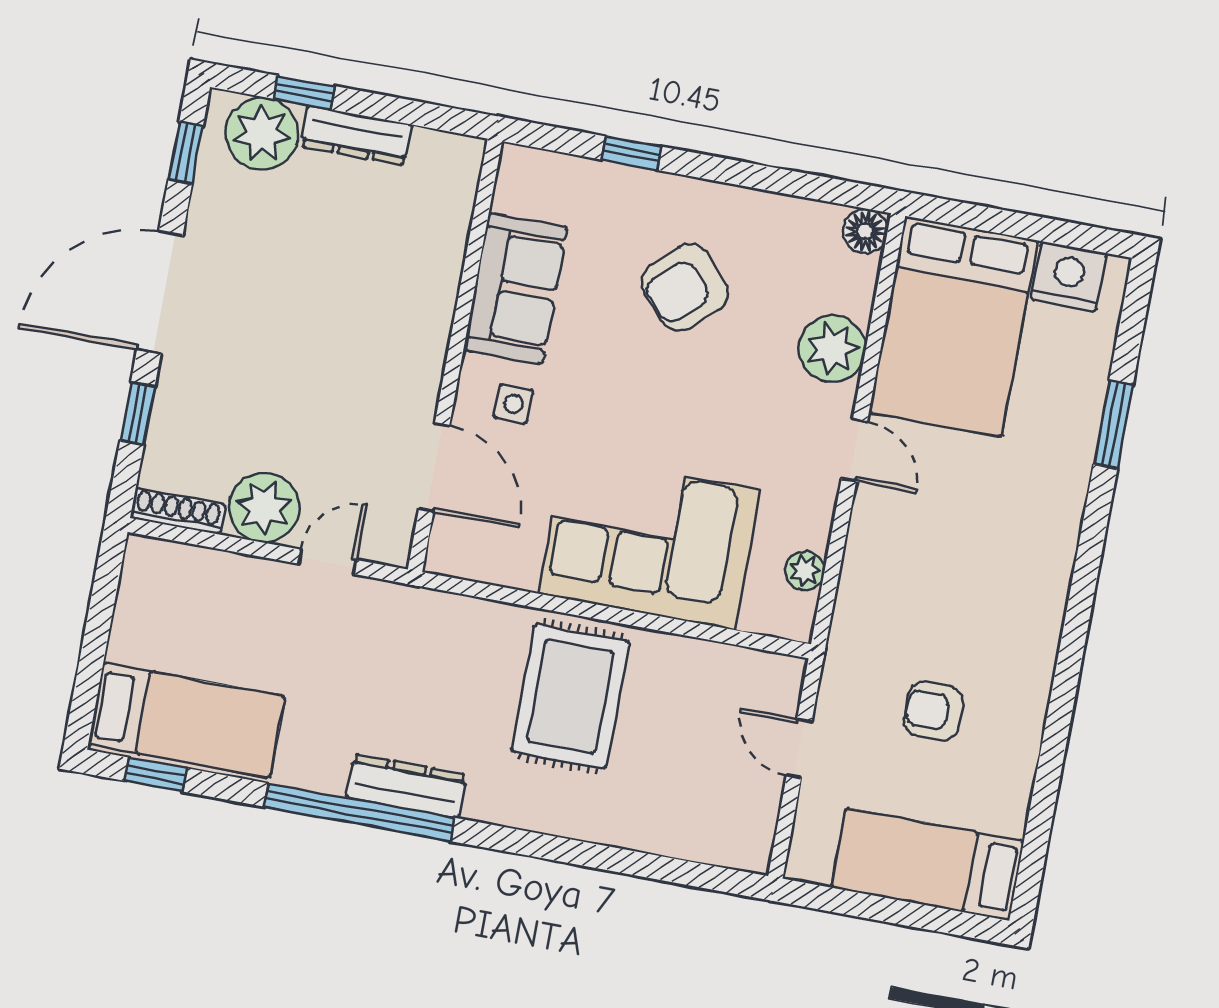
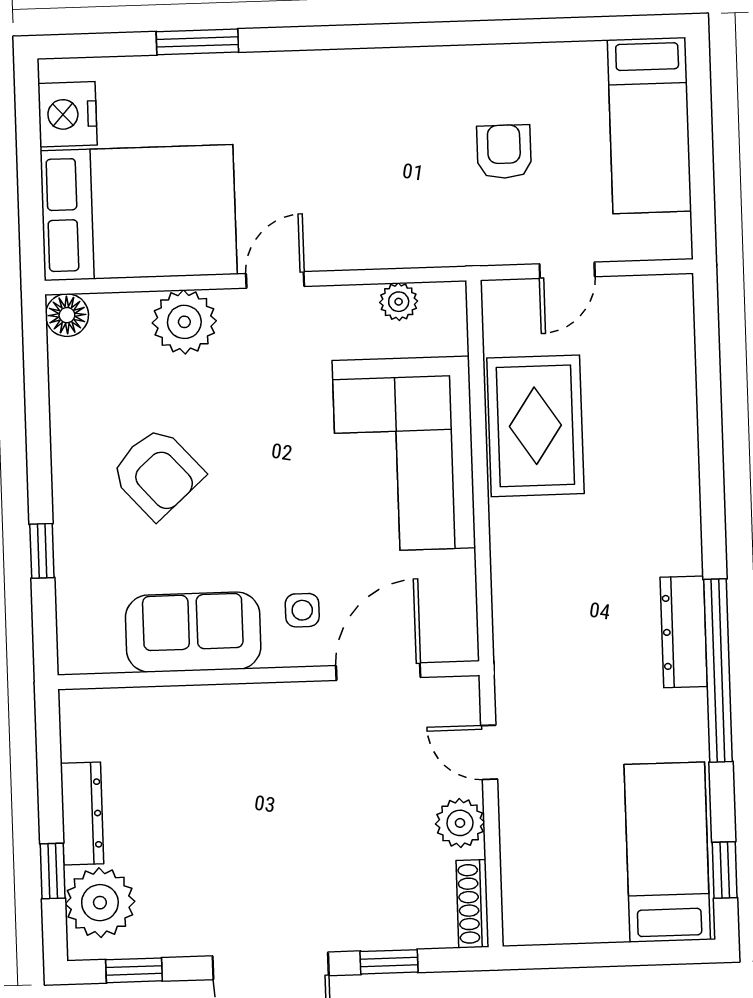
plant: (264, 507) -> (460, 823), width x0.73, depth x0.73
rug: (570, 697) -> (535, 426), moved, turned 90
armchair: (934, 711) -> (504, 152), turned 180

